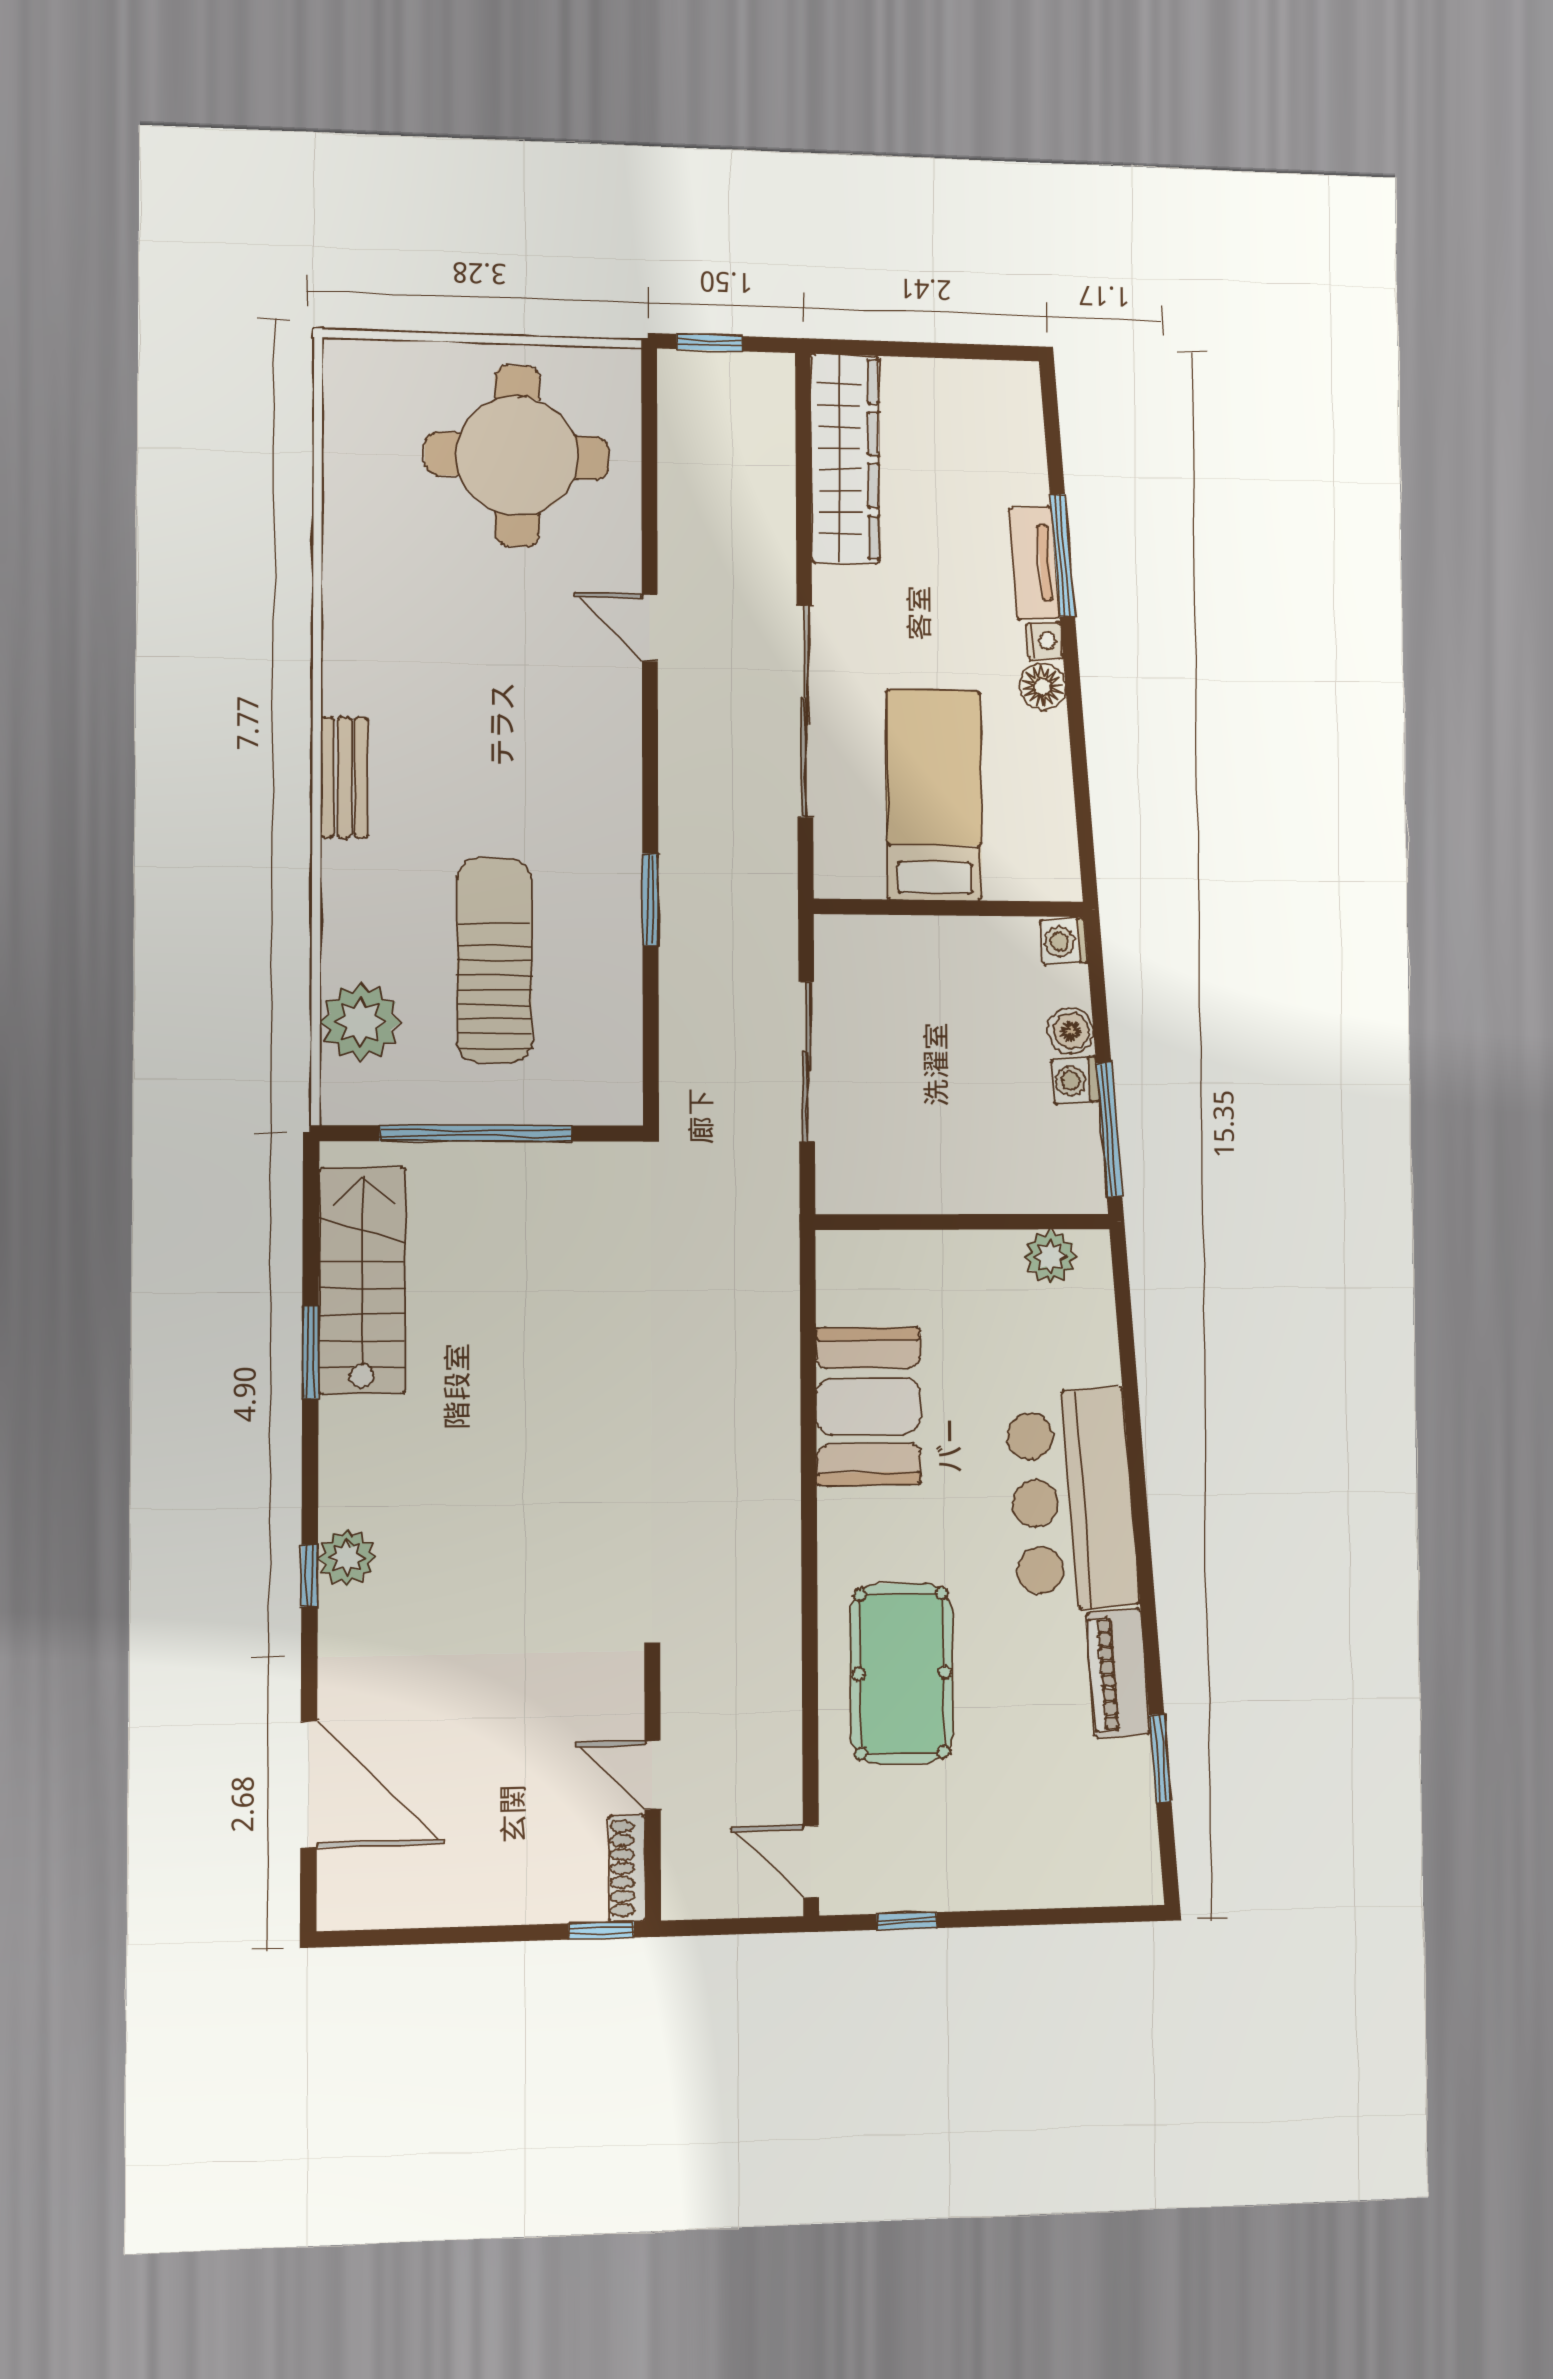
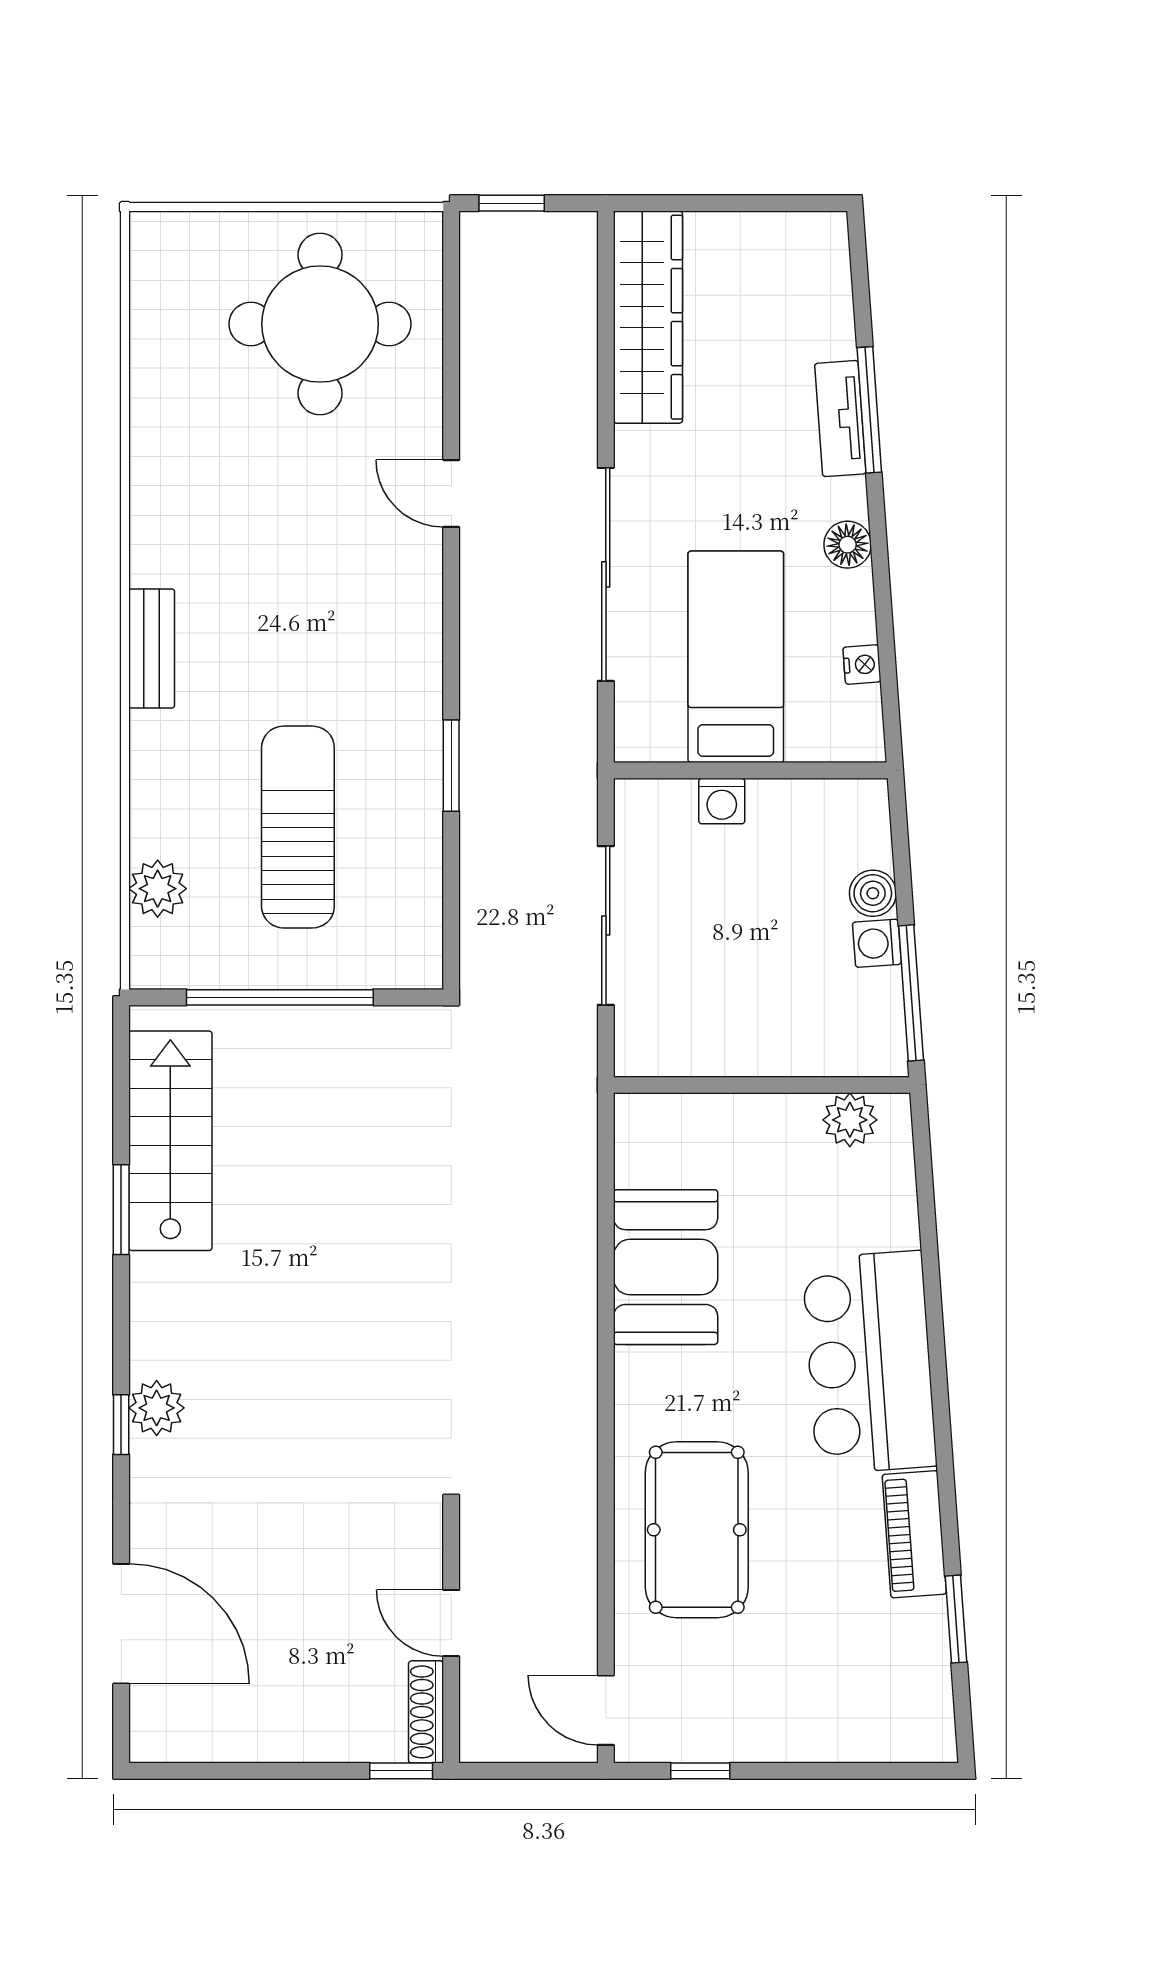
nightstand: (1045, 641) -> (862, 665), moved
washing machine: (1064, 941) -> (722, 801), moved, turned -86
plant: (360, 1022) -> (158, 889), width x0.73, depth x0.73

